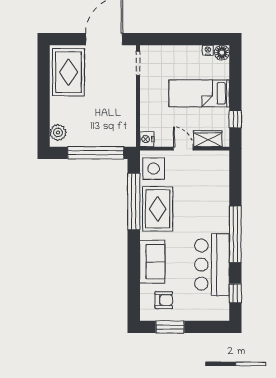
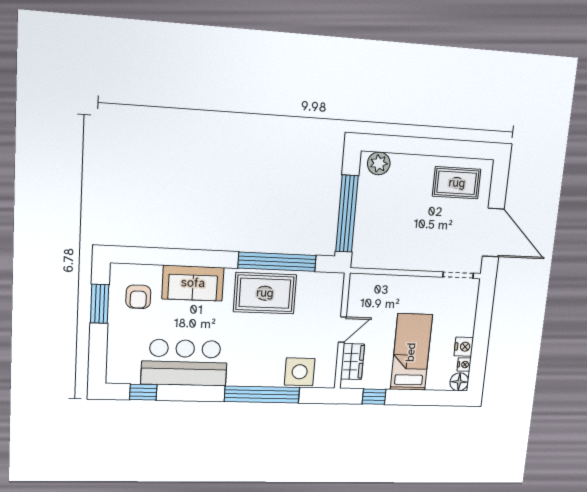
rug: (69, 72) -> (457, 183), width x0.73, depth x0.70
nightstand: (147, 139) -> (464, 347), moved, turned 90
side table: (154, 169) -> (300, 372), moved
window: (235, 234) -> (262, 394), moved

